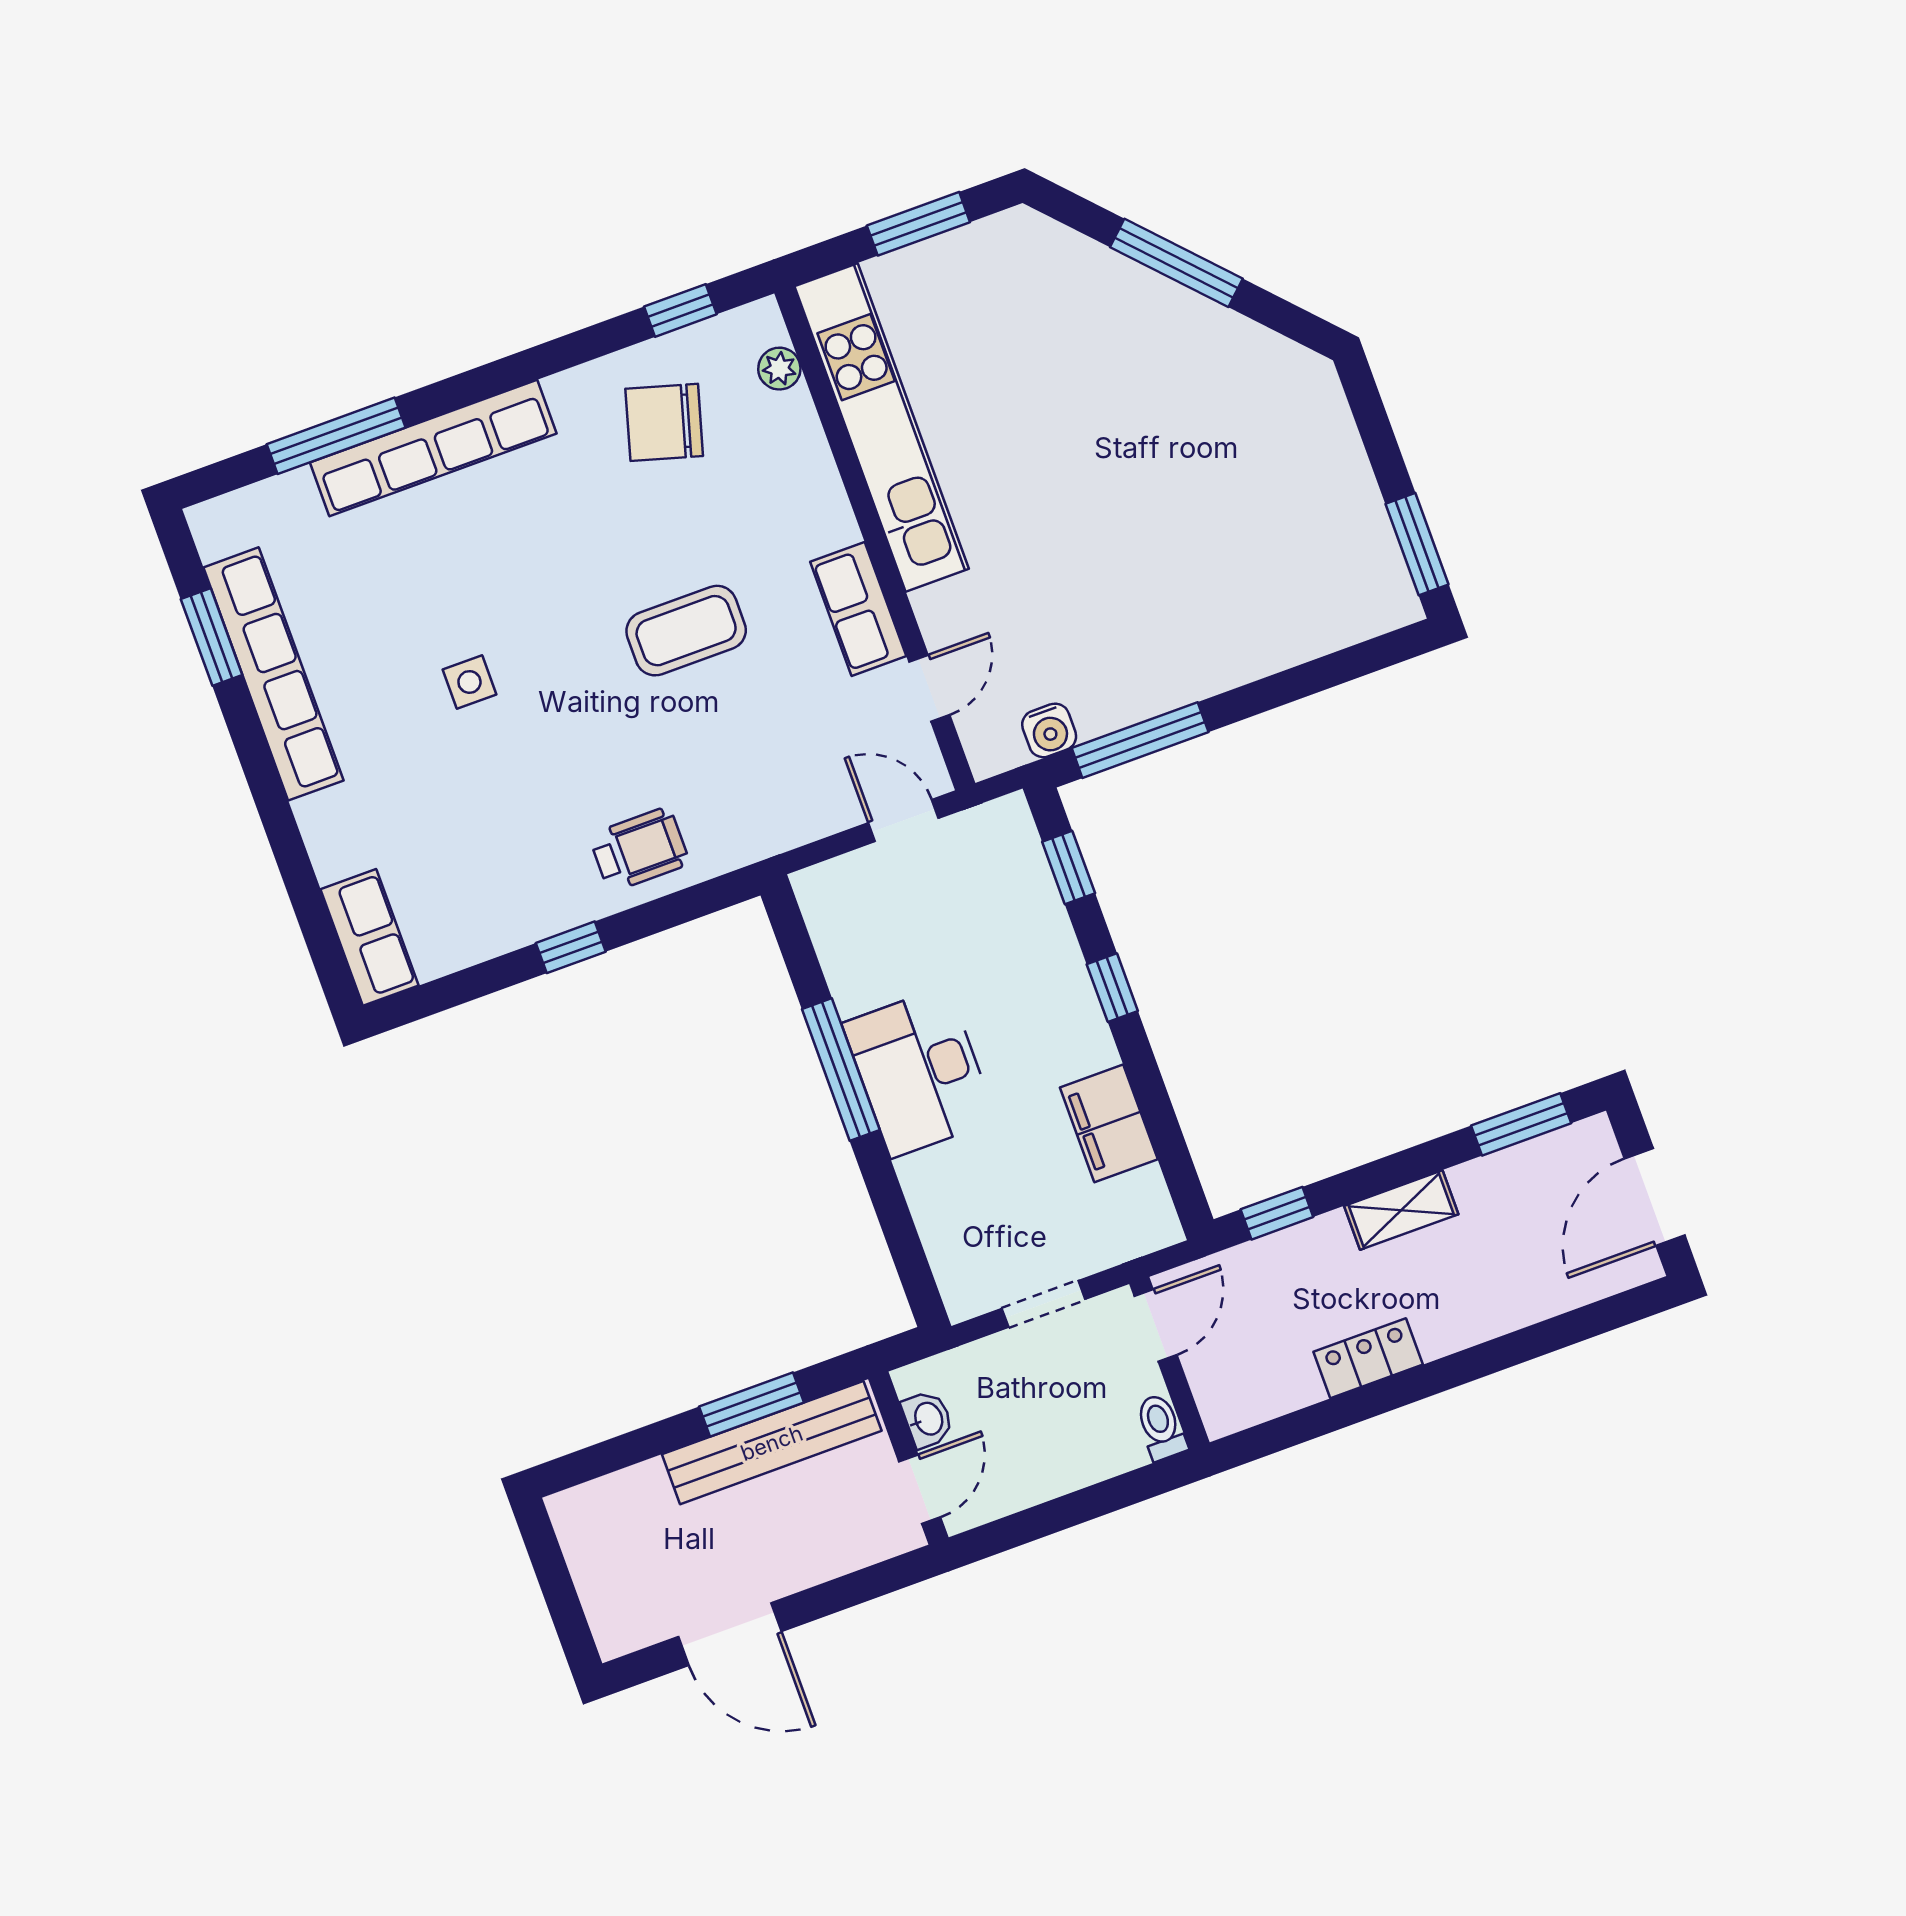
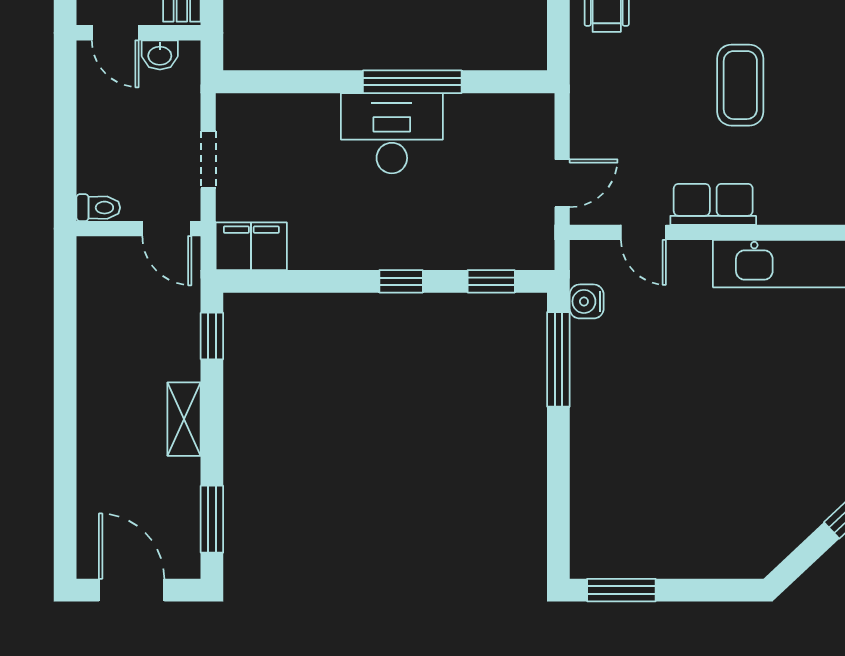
filing cabinet: (1109, 1123) -> (251, 246), moved
locker: (1368, 1358) -> (94, 361), removed

